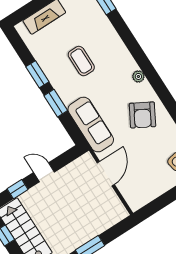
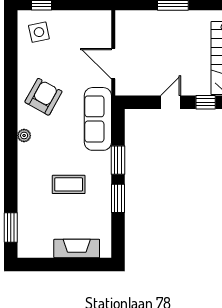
coffee table: (81, 61) -> (69, 184), turned 90
door: (44, 172) -> (171, 102), swing flipped
door: (106, 174) -> (113, 64), hinge flipped

